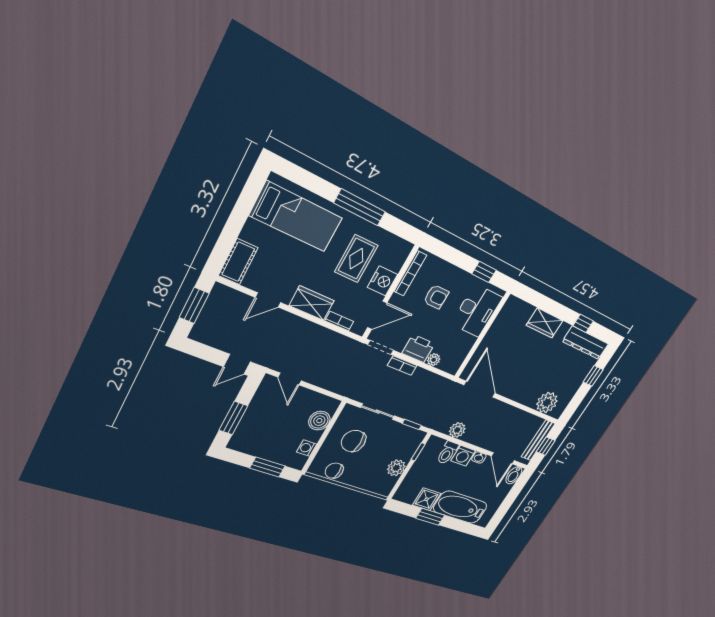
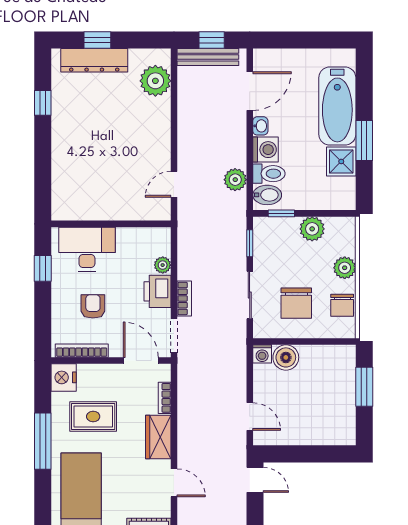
nightstand: (382, 281) -> (64, 377), moved, turned -90
wardrobe: (545, 323) -> (64, 154), removed
dresser: (586, 343) -> (94, 60), moved, turned 90
door: (290, 379) -> (250, 417), hinge flipped
door: (480, 389) -> (174, 184), width x0.53
window: (233, 418) -> (318, 454), removed
washing machine: (307, 448) -> (262, 354), moved
bidet: (514, 475) -> (267, 195), moved
plant: (358, 480) -> (345, 268), added

